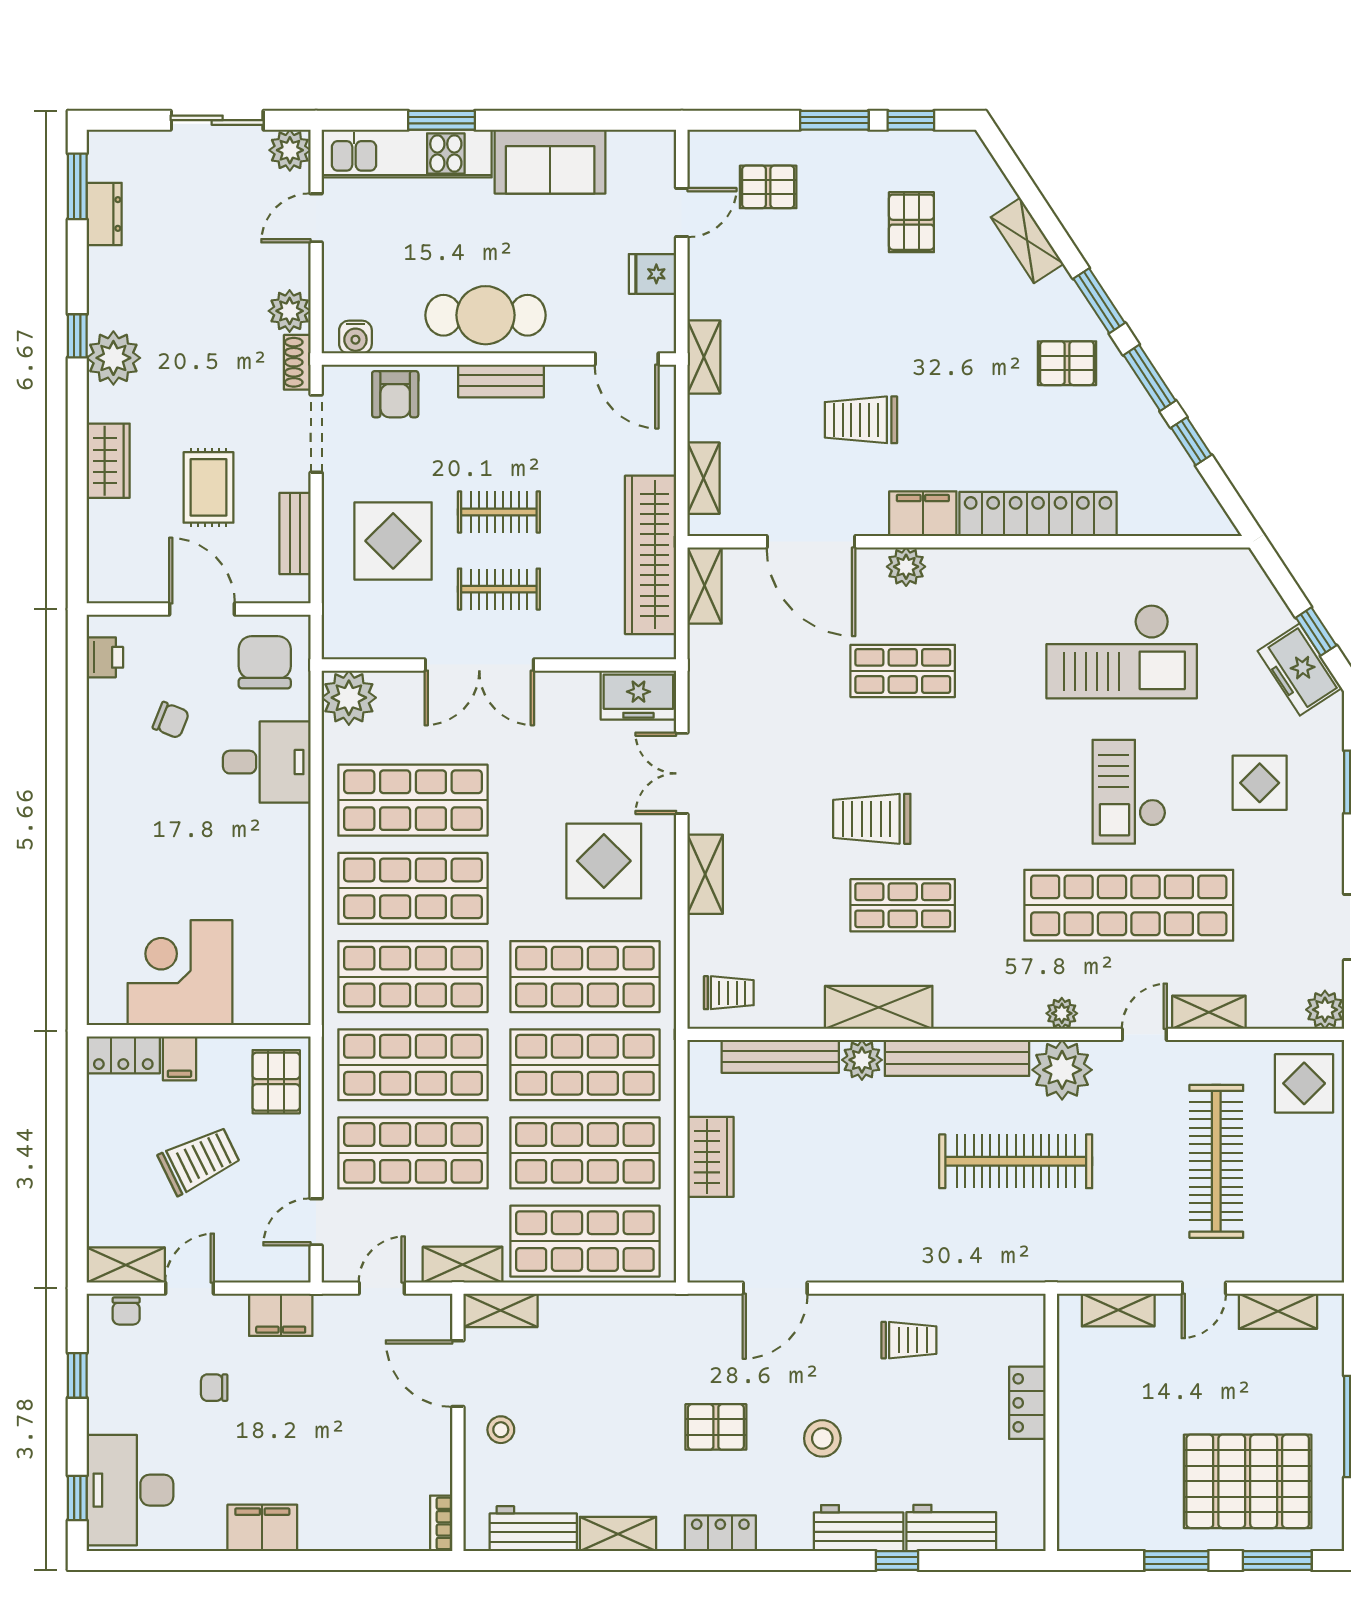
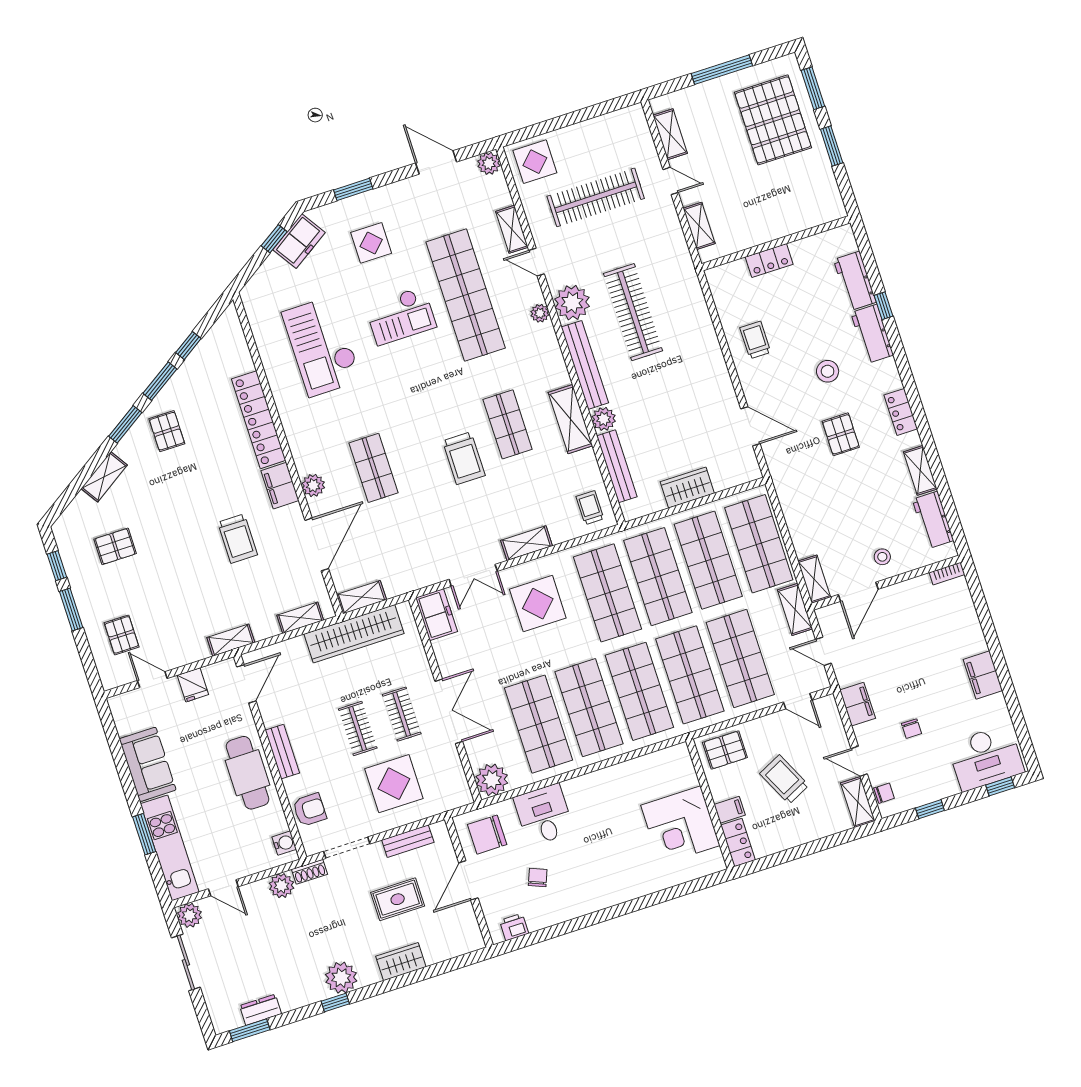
checkout: (1122, 652) -> (322, 346), turned 180

